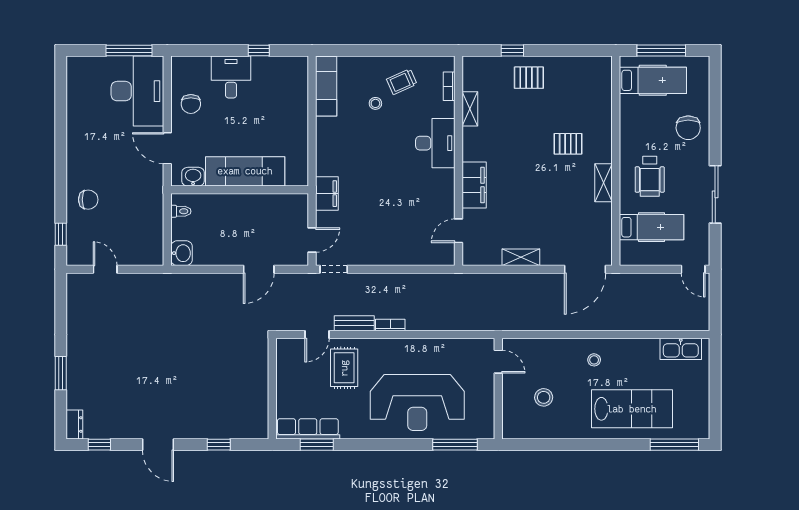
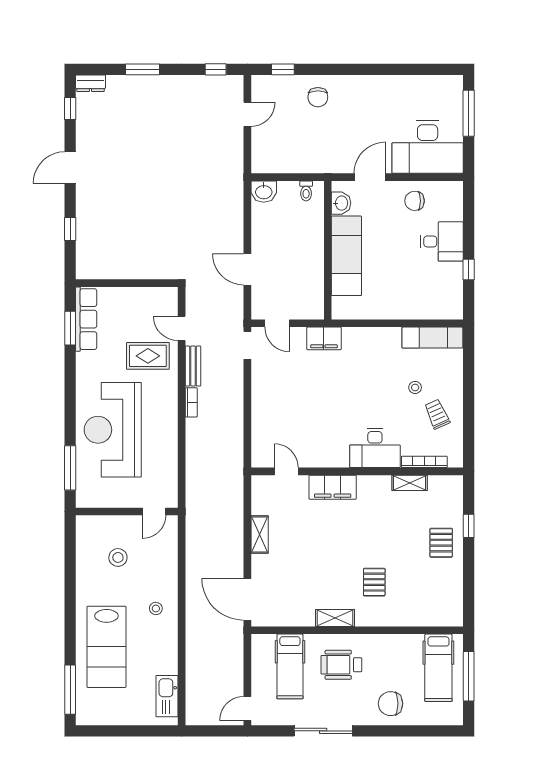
window: (129, 51) -> (469, 113), moved
bookcase: (449, 86) -> (424, 462), width x1.56
window: (61, 301) -> (216, 69), added

